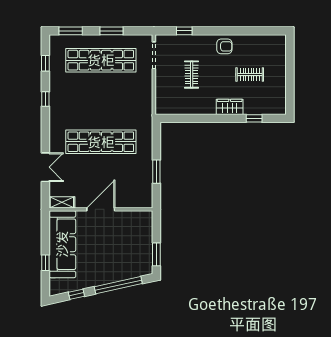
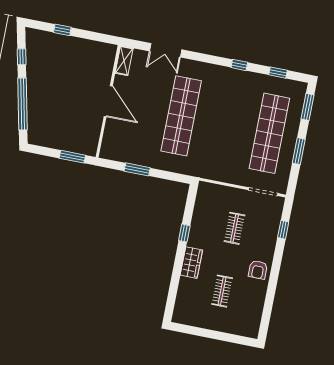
clothes rail: (192, 75) -> (234, 228), turned 90
window: (254, 118) -> (184, 233), moved
sofa: (62, 244) -> (79, 52), removed
window: (156, 254) -> (72, 157), moved

